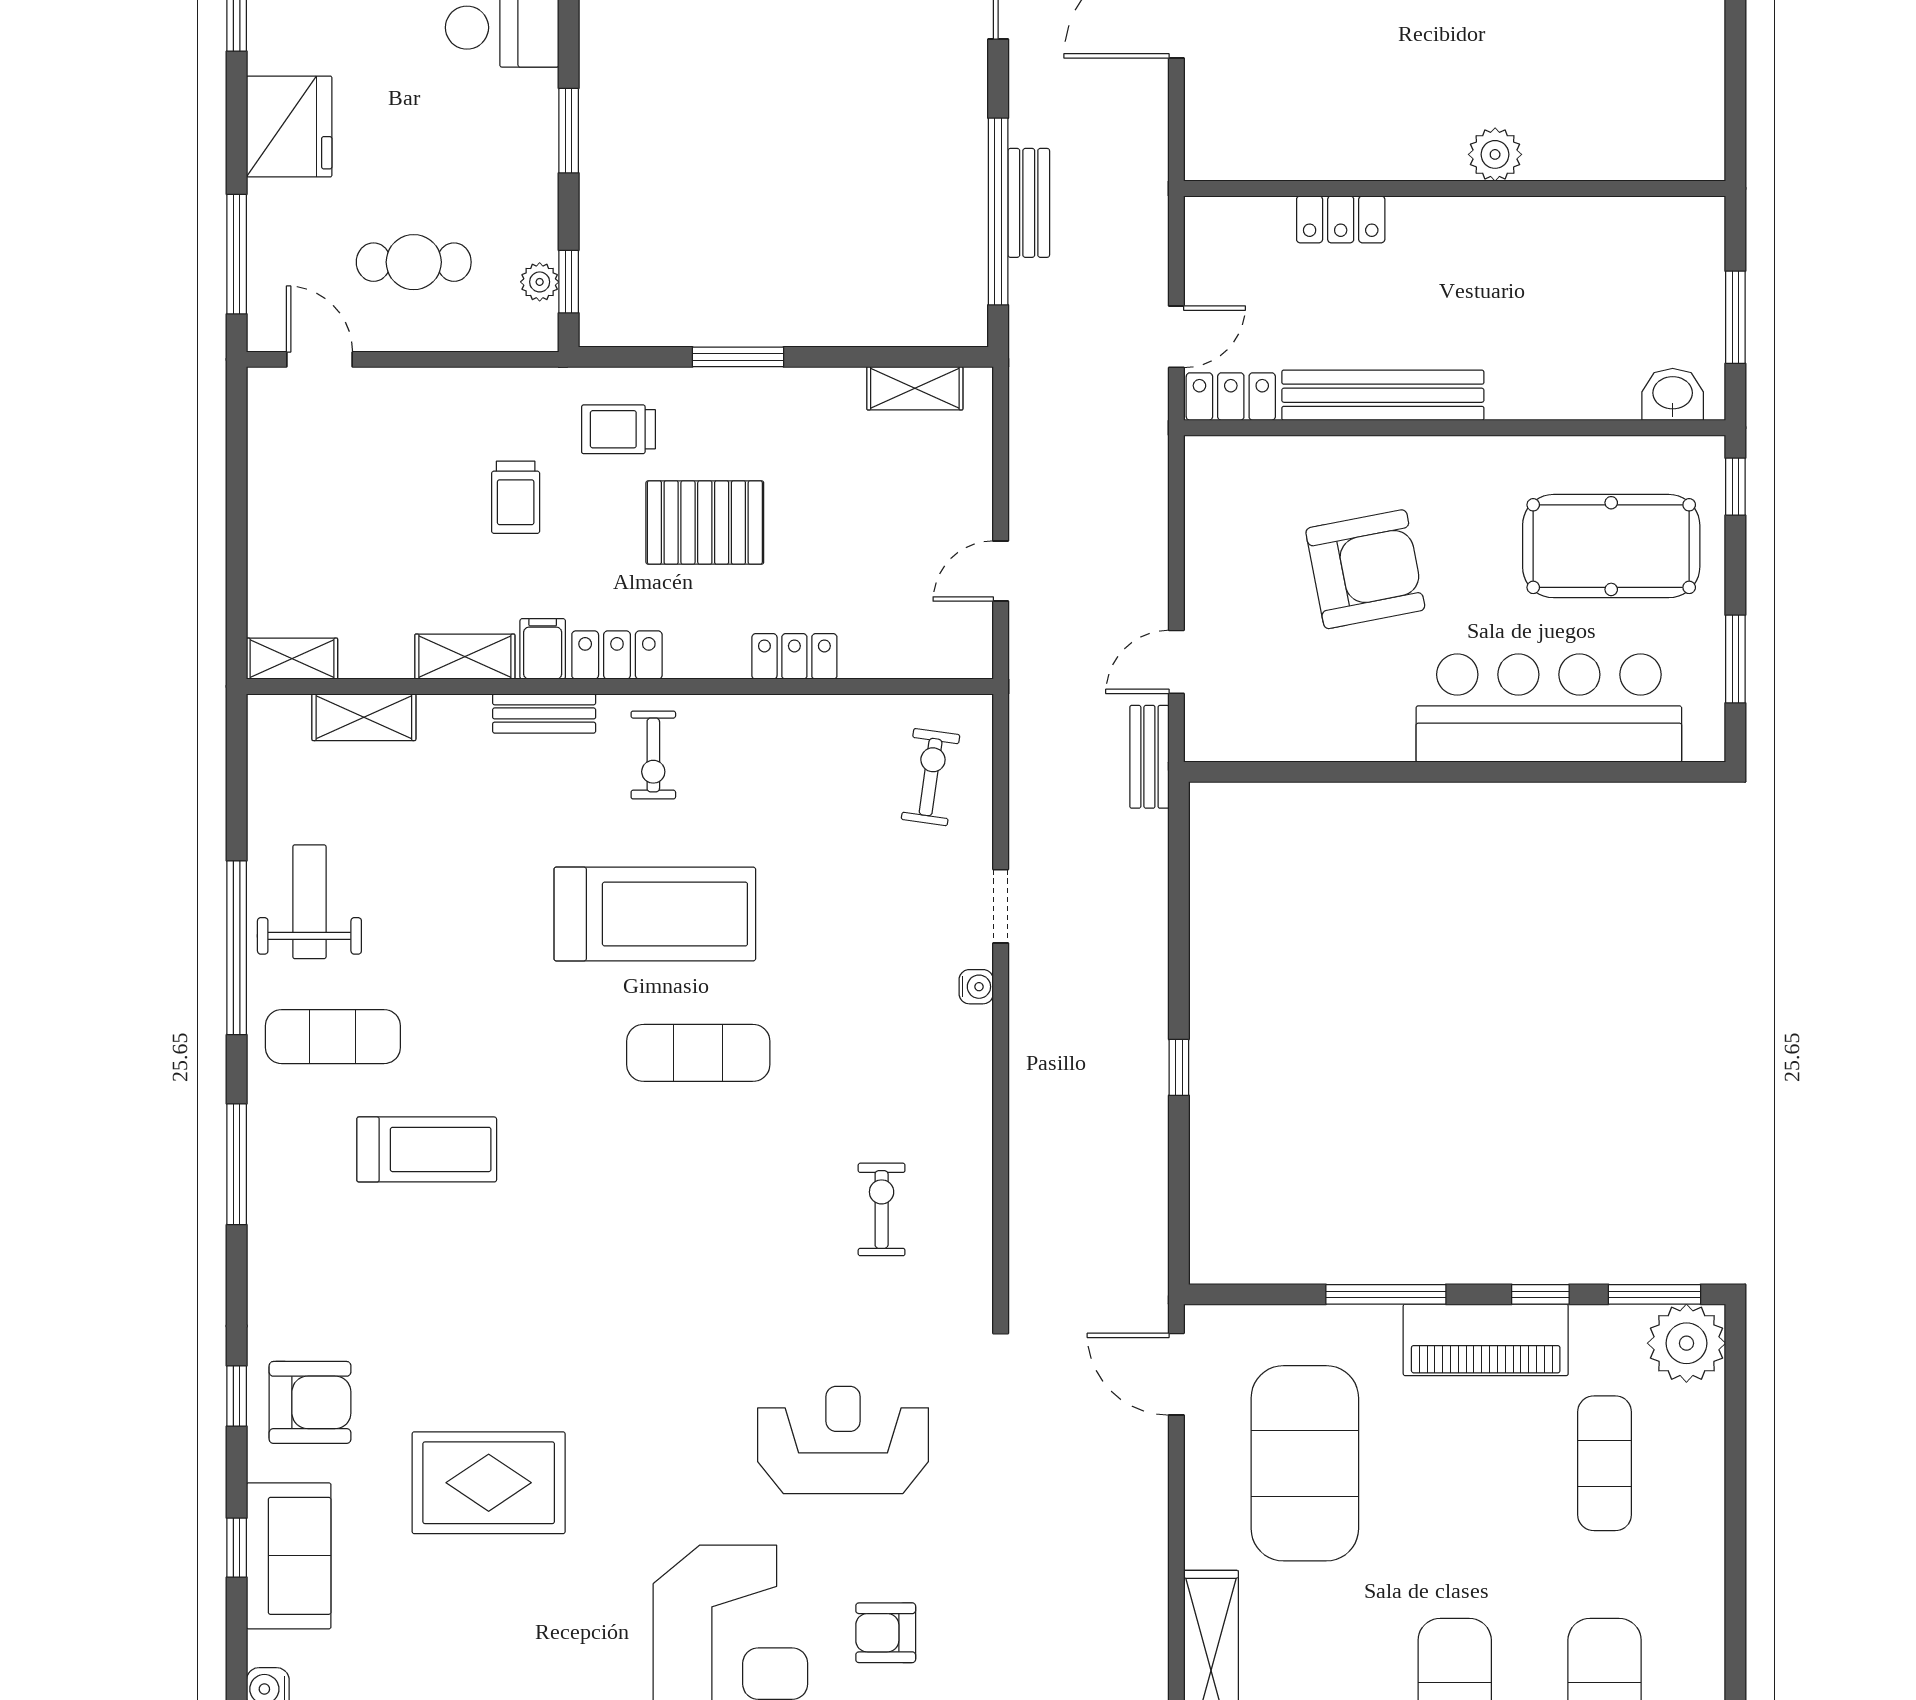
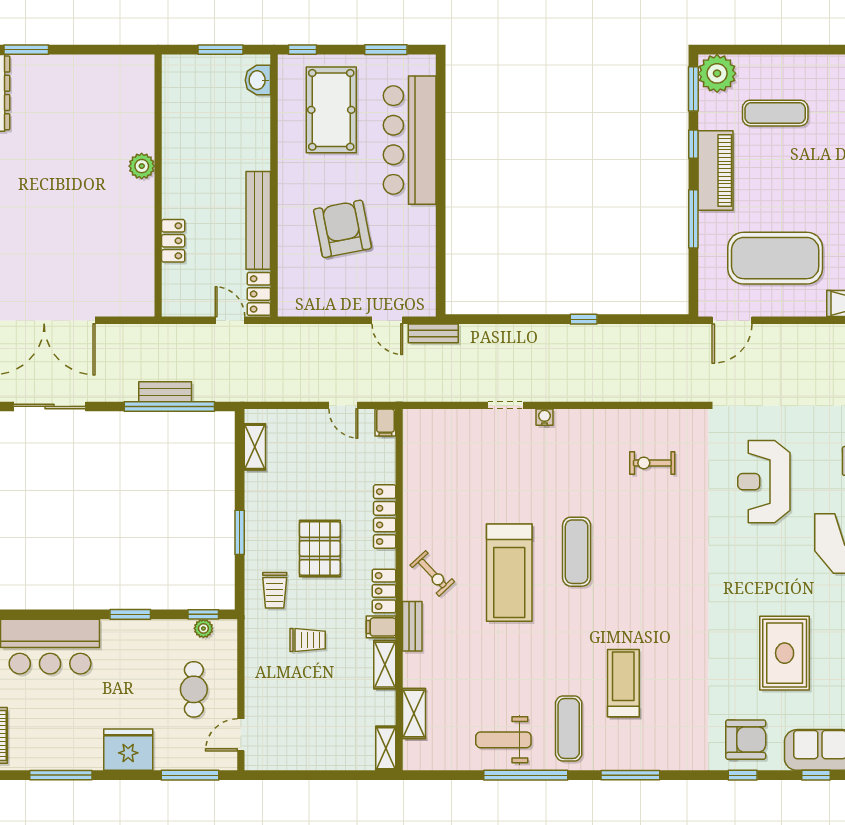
locker: (794, 656) -> (385, 517), width x1.53
filing cabinet: (965, 658) -> (385, 422), added
exercise bike: (653, 755) -> (432, 573), turned 47
exercise bike: (931, 777) -> (443, 439), removed
treadmill: (655, 914) -> (509, 573), turned 180
armchair: (310, 1402) -> (746, 740), turned 90

